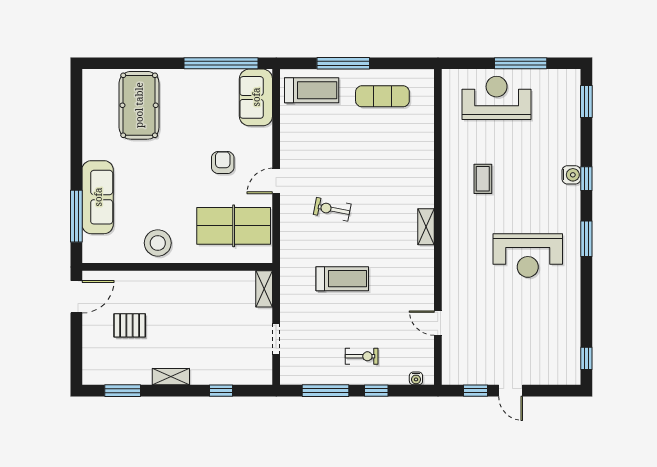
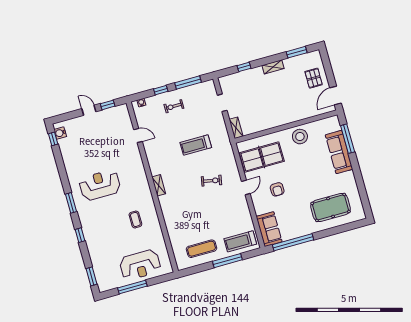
pool table: (139, 105) -> (331, 207), turned 90
water cooler: (571, 175) -> (60, 133), moved
pallet: (130, 325) -> (314, 78), moved, turned 90

